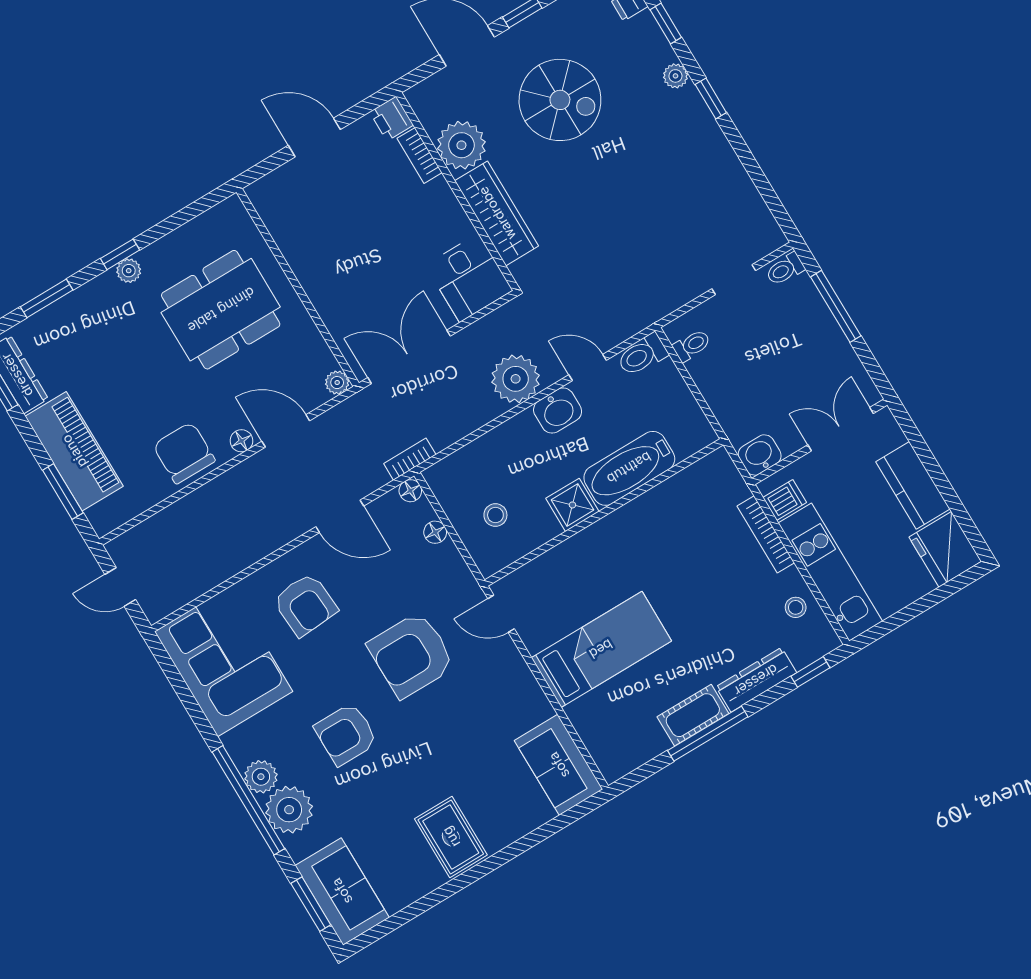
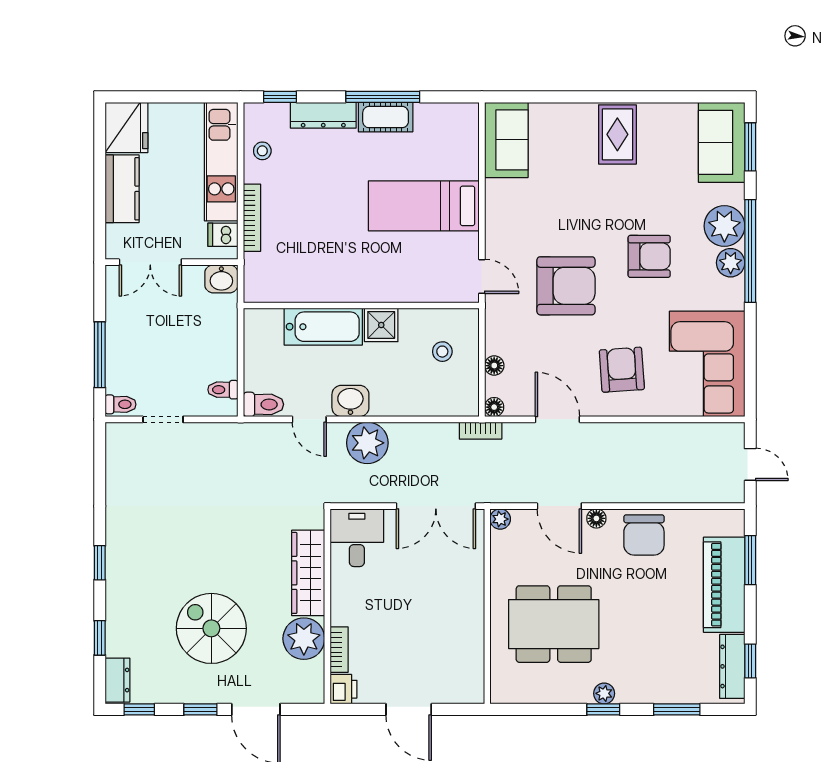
plant: (675, 76) -> (116, 595), removed

